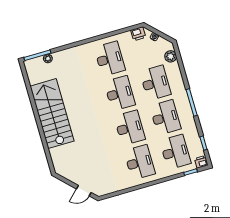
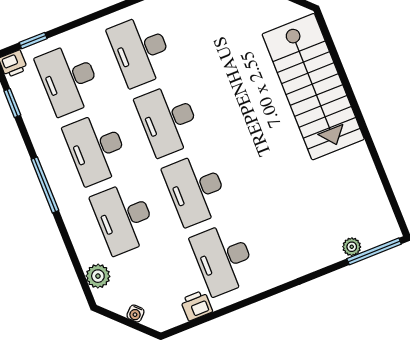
printer: (138, 34) -> (196, 306), moved
stairs: (52, 114) -> (313, 87), moved

